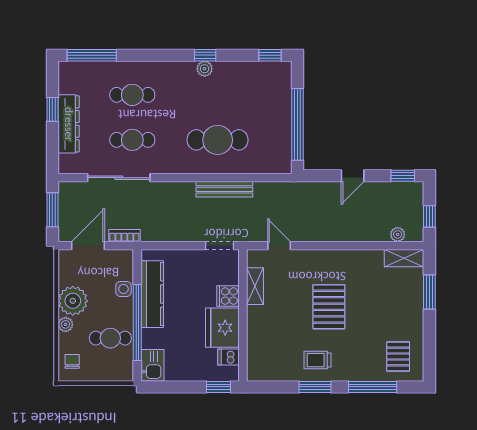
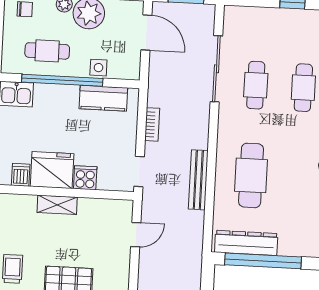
dresser: (69, 124) -> (246, 243), moved, turned 180
bookcase: (124, 236) -> (152, 124), moved
shelving: (255, 286) -> (57, 205), moved
kitchen counter: (152, 294) -> (103, 98), width x0.67
cafe table: (110, 338) -> (47, 51), turned 90

